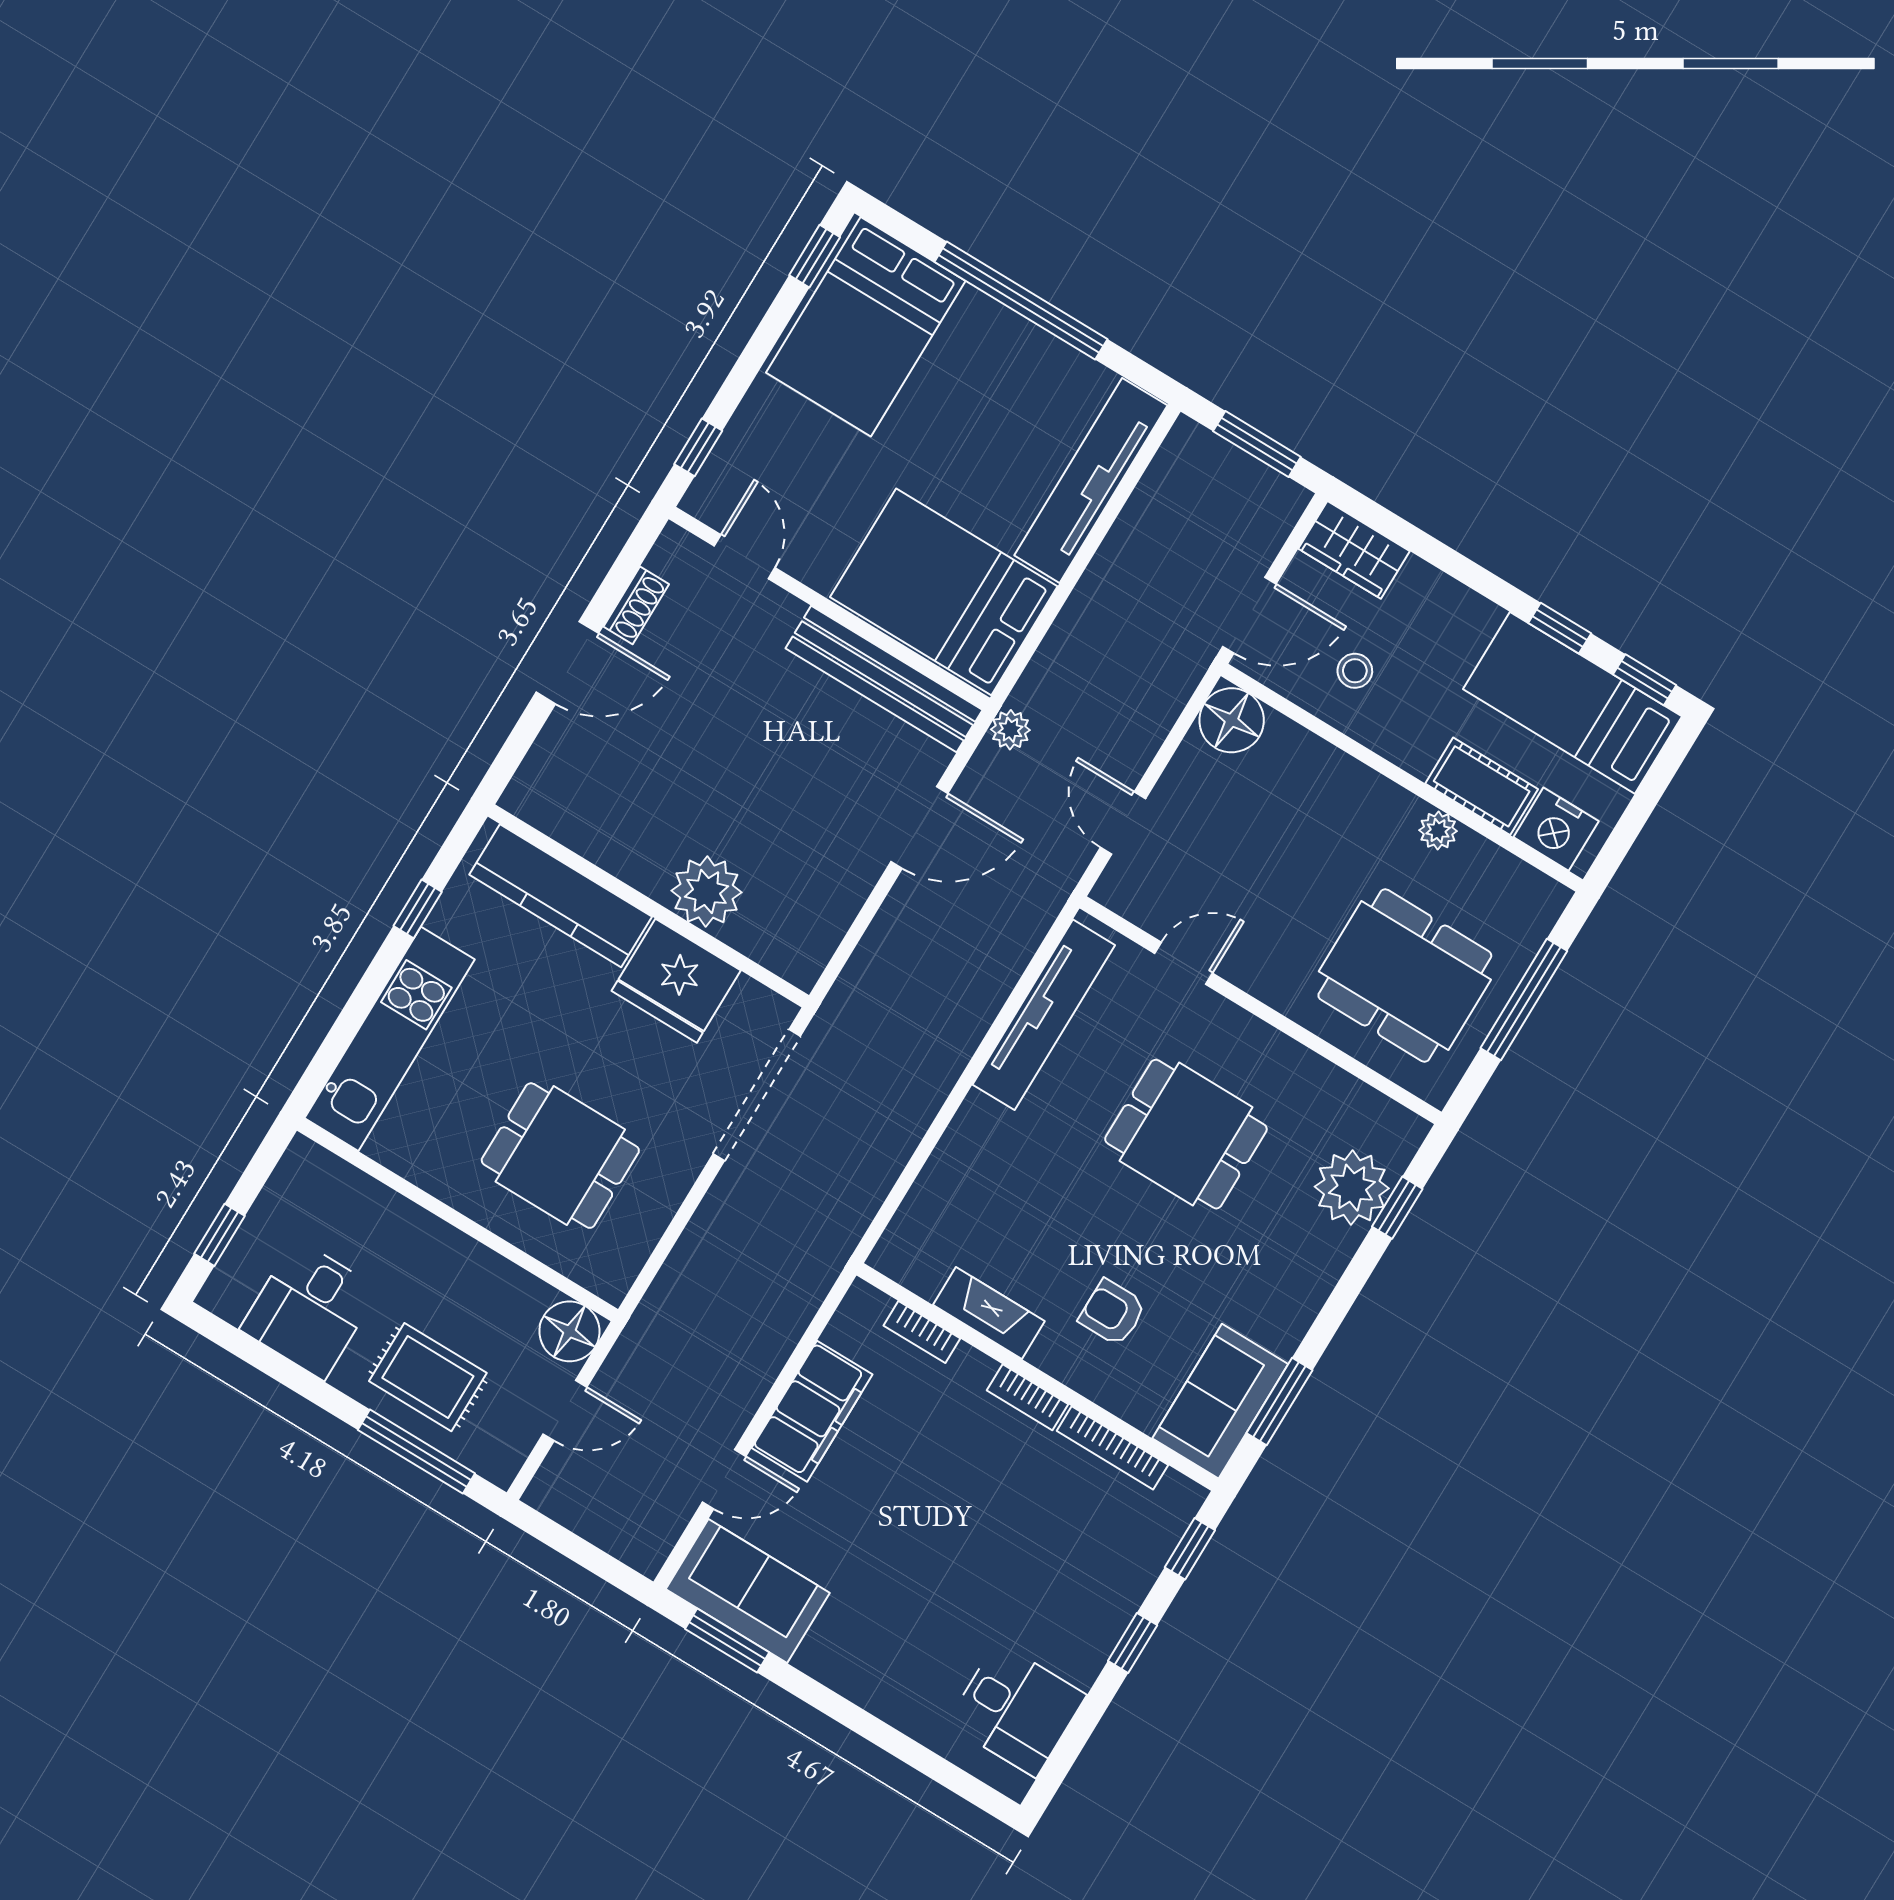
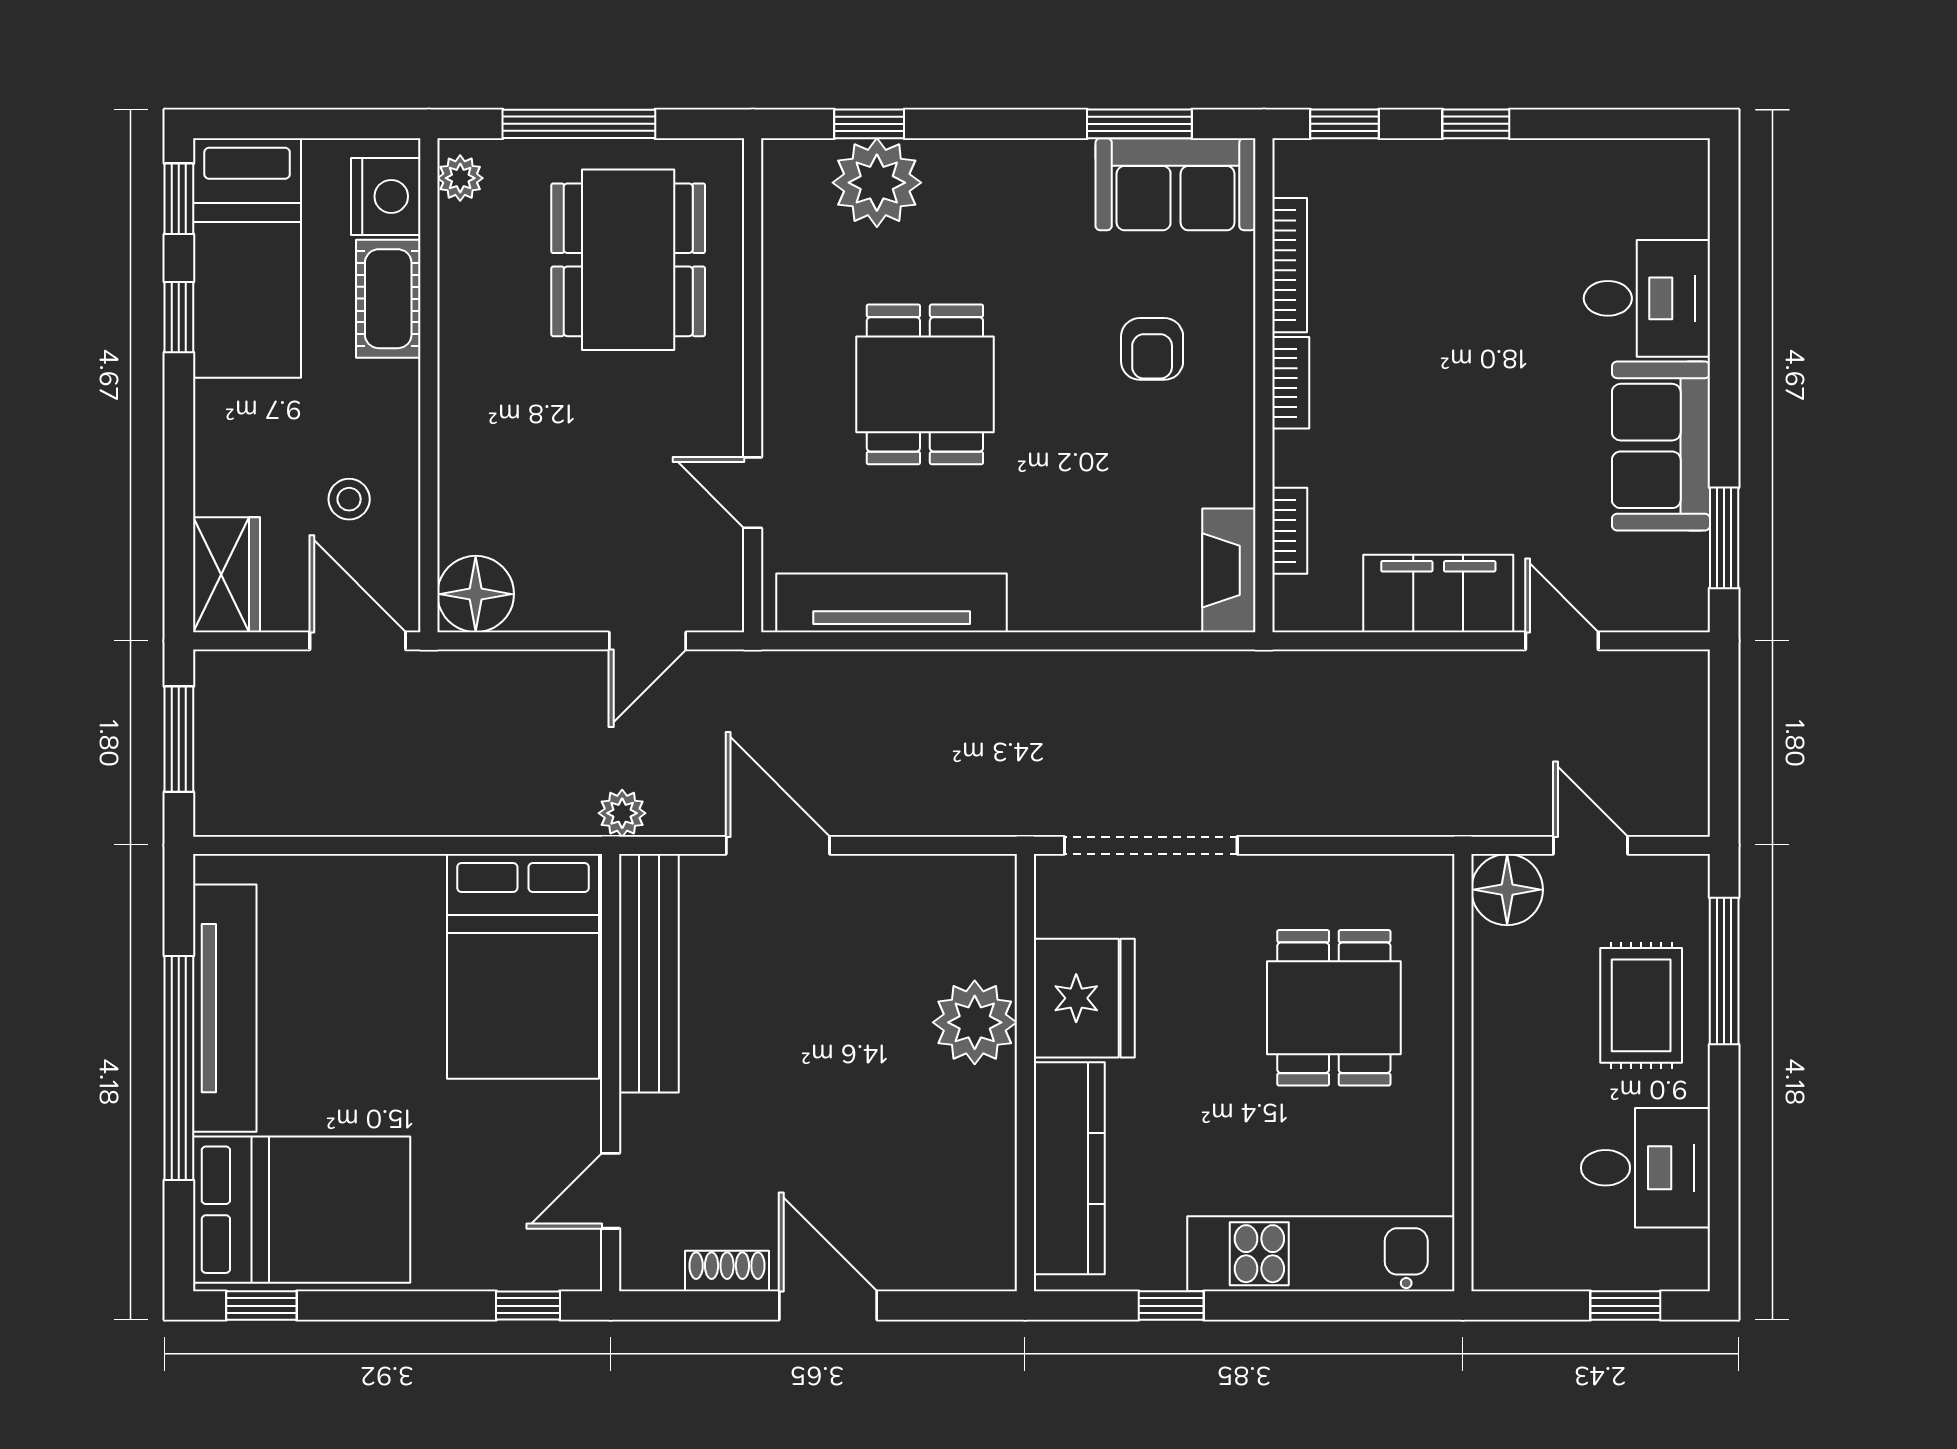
tv unit: (1091, 480) -> (225, 1008), moved, turned -90
plant: (1438, 831) -> (460, 178), moved
fireplace: (989, 1313) -> (1229, 570), moved
sofa: (748, 1591) -> (1661, 446), moved
desk: (1016, 1709) -> (1647, 298), moved, turned 90

